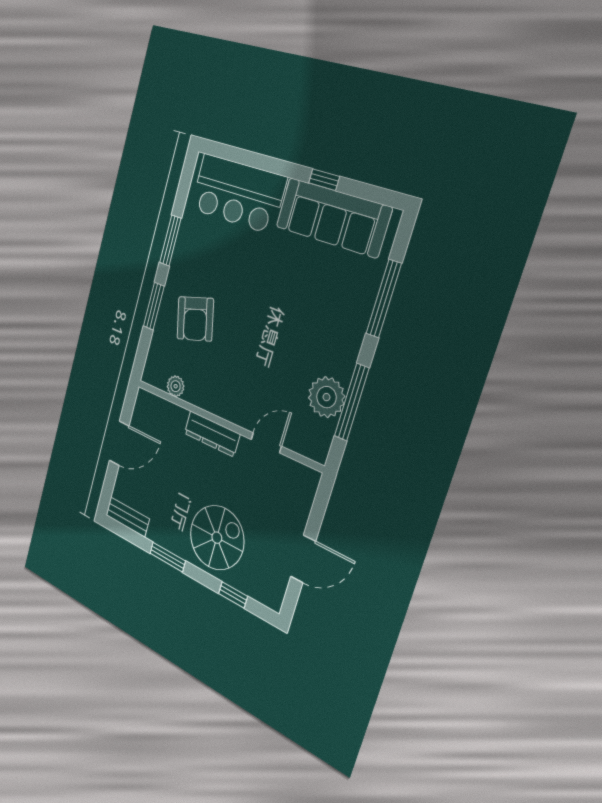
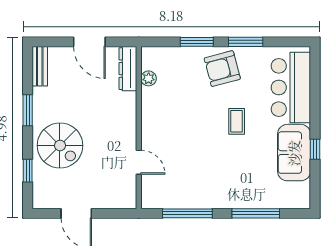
sofa: (333, 217) -> (294, 153), width x0.73
coffee table: (256, 285) -> (237, 121), added
armchair: (195, 319) -> (222, 69), moved
plant: (326, 397) -> (184, 195), removed
dresser: (212, 434) -> (128, 69), moved

